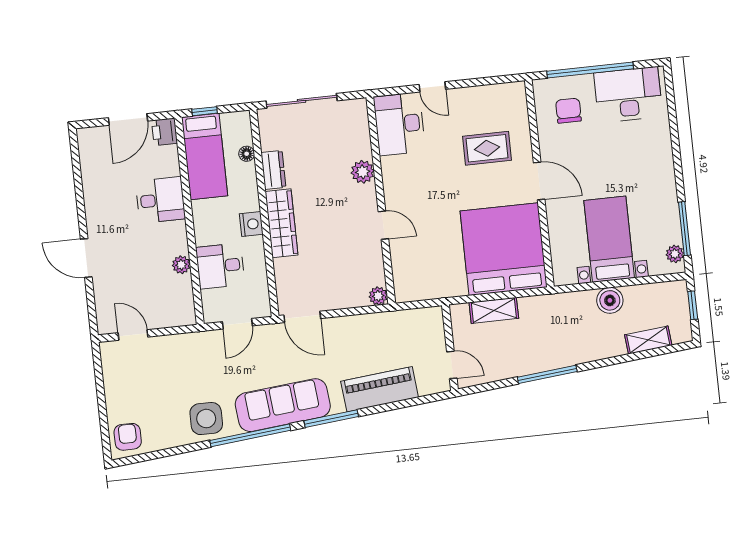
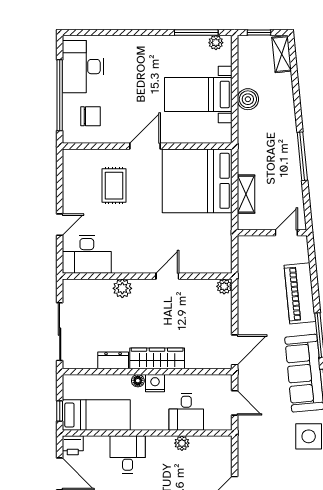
chair: (568, 111) -> (91, 116), turned 180
floor lamp: (247, 154) -> (138, 381), moved
shelving: (648, 340) -> (282, 54), moved

